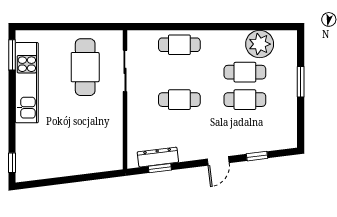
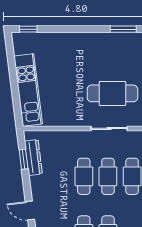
cafe table: (179, 72) -> (108, 176), added
kitchen unit: (27, 83) -> (28, 90), moved, turned -97

